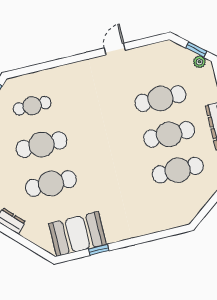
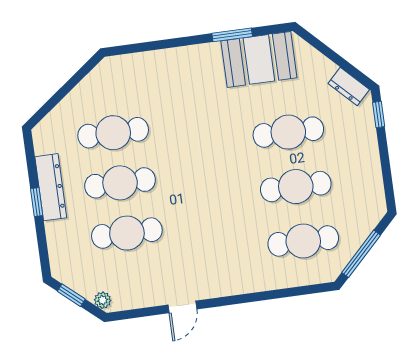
plant: (199, 62) -> (103, 300), moved
cafe table: (32, 106) -> (303, 241), width x1.37, depth x1.35
window: (99, 250) -> (232, 35), width x1.50

